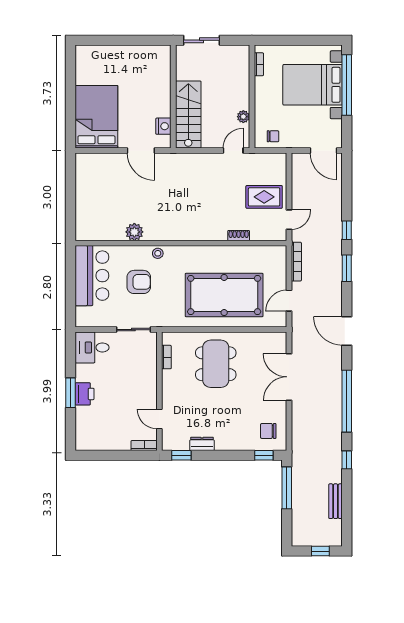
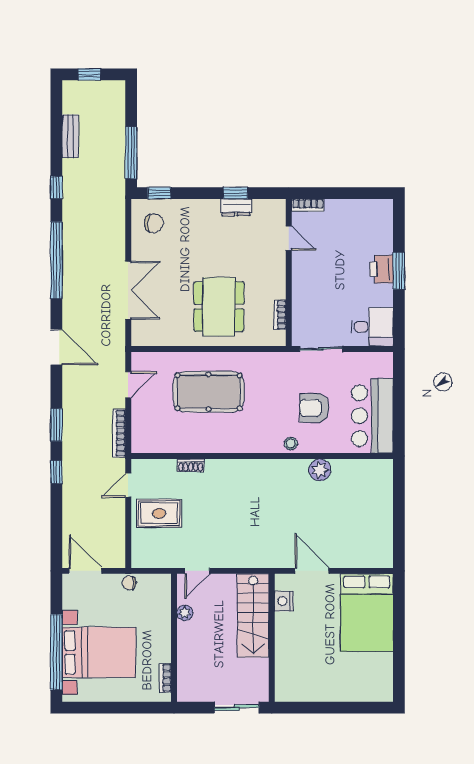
chair: (273, 136) -> (129, 583), moved
pool table: (224, 295) -> (209, 392), width x0.73, depth x0.76
window: (181, 455) -> (235, 193), moved

